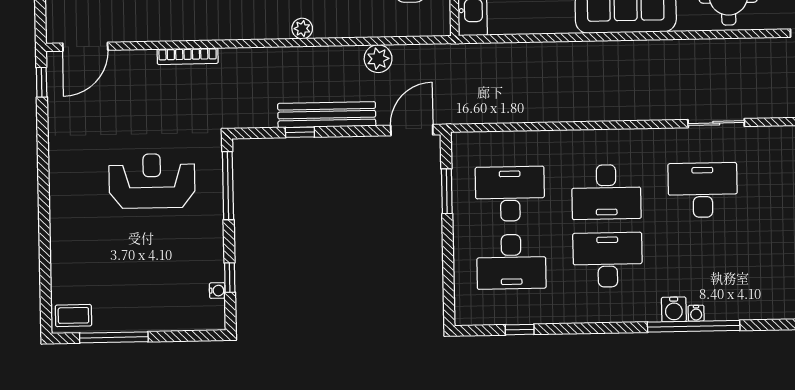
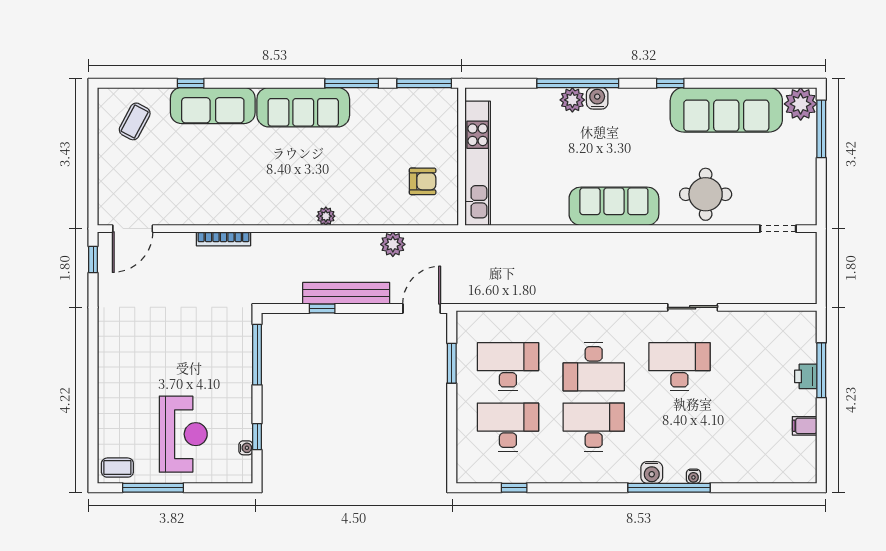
reception desk: (152, 181) -> (183, 434), moved, turned 90
desk: (511, 262) -> (508, 427), turned 180
water cooler: (696, 313) -> (693, 476), moved

